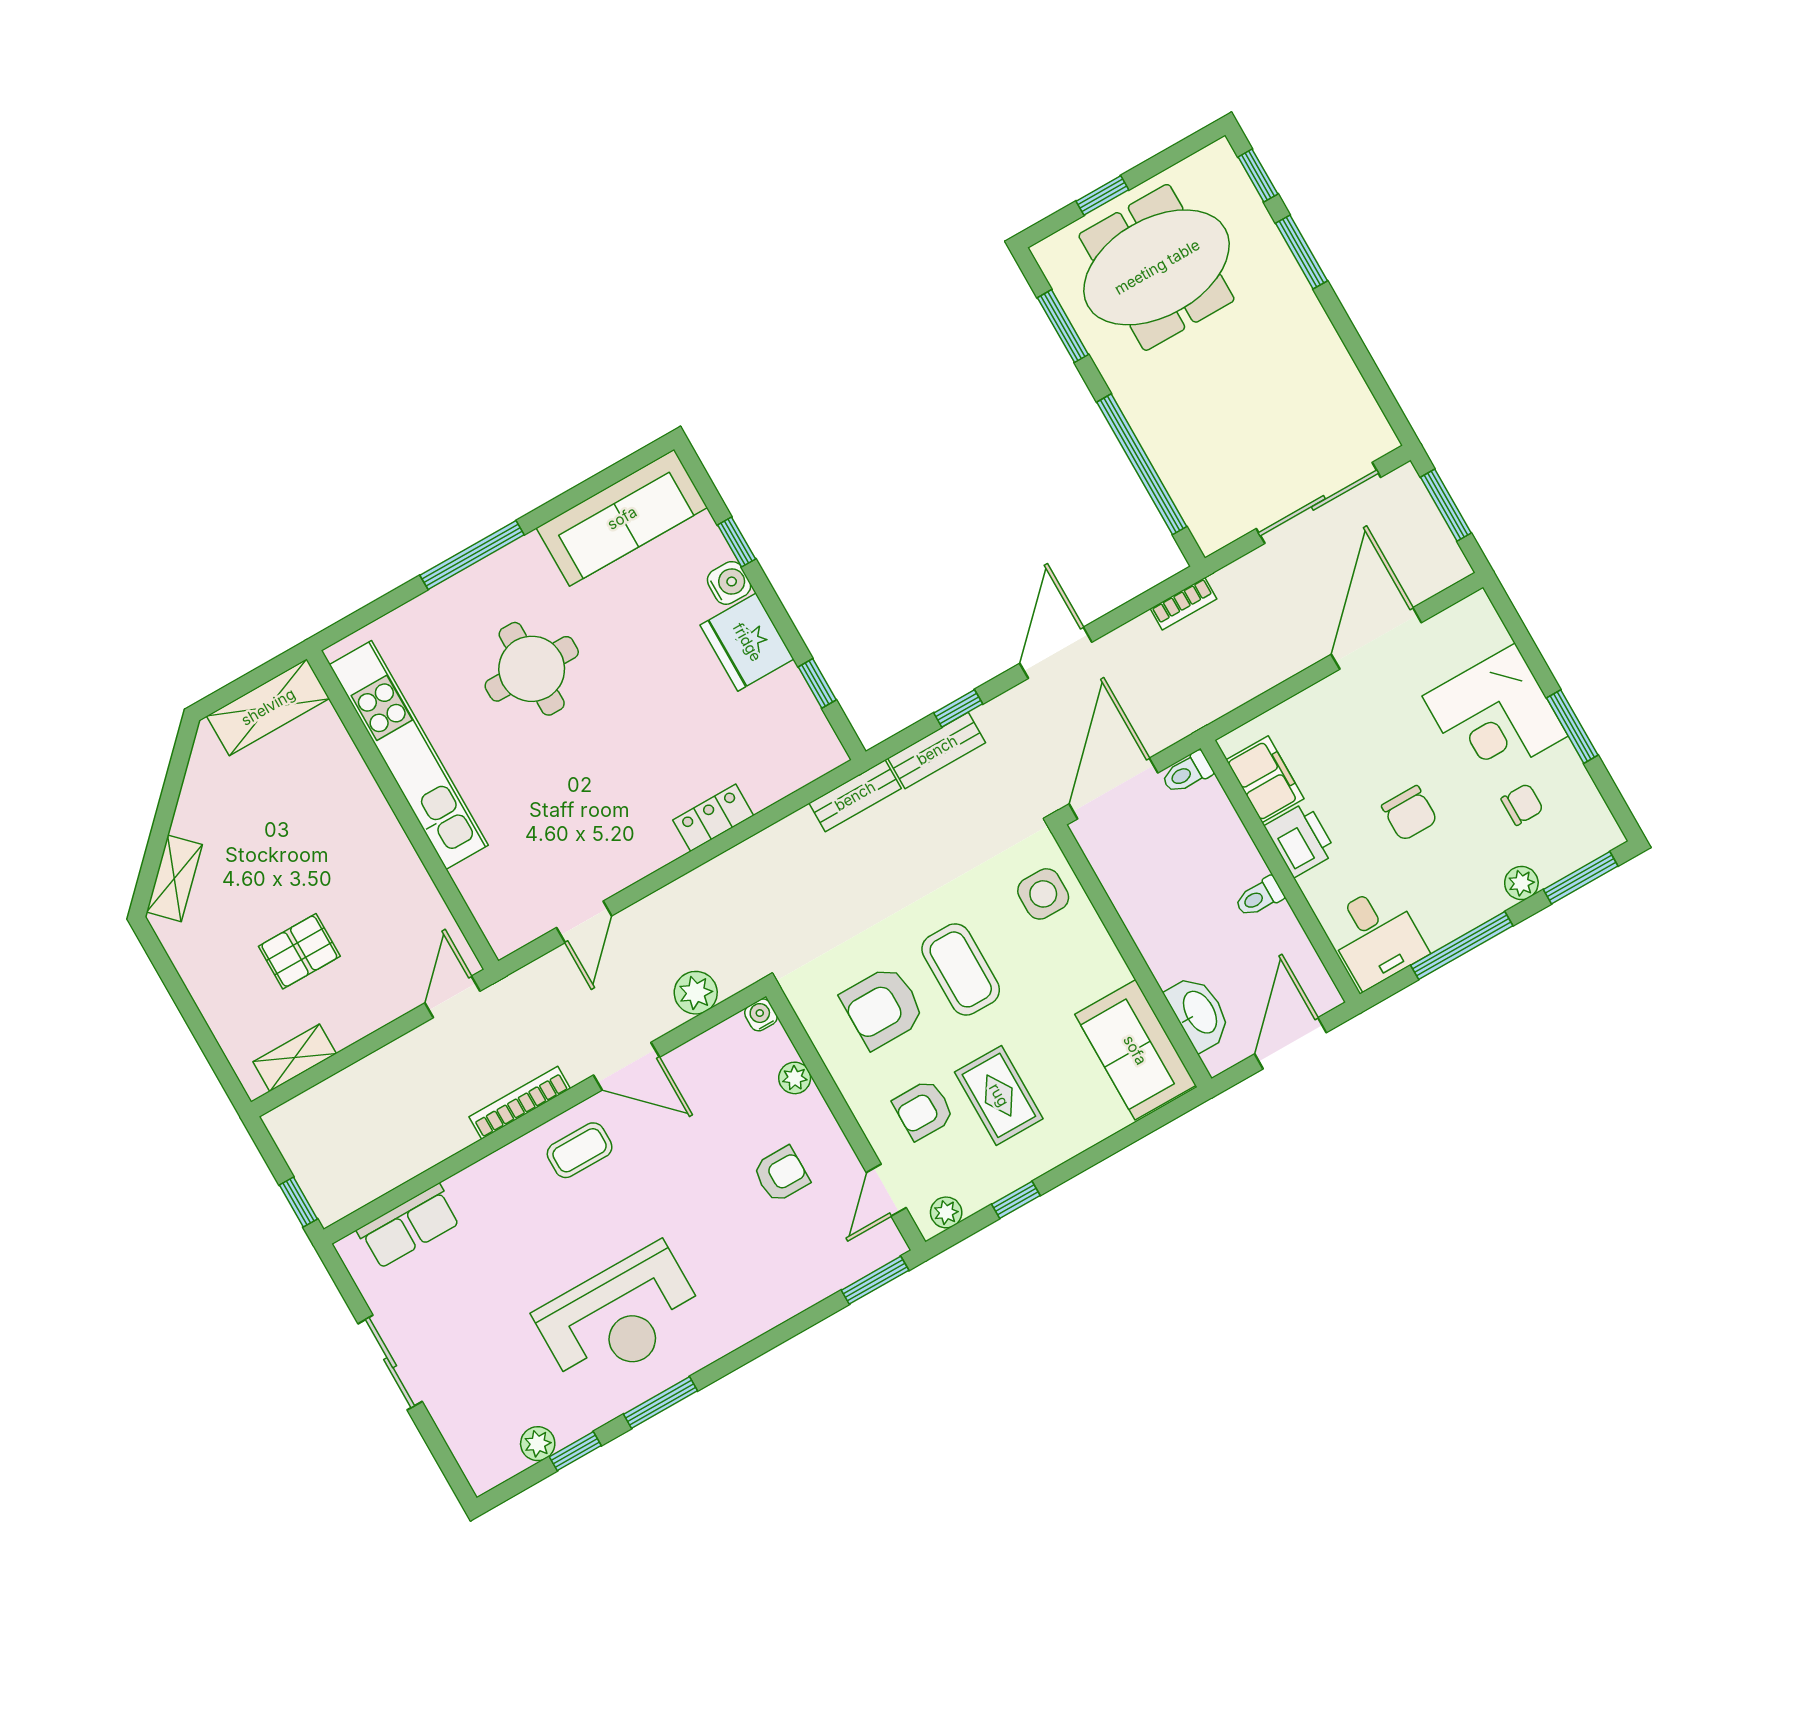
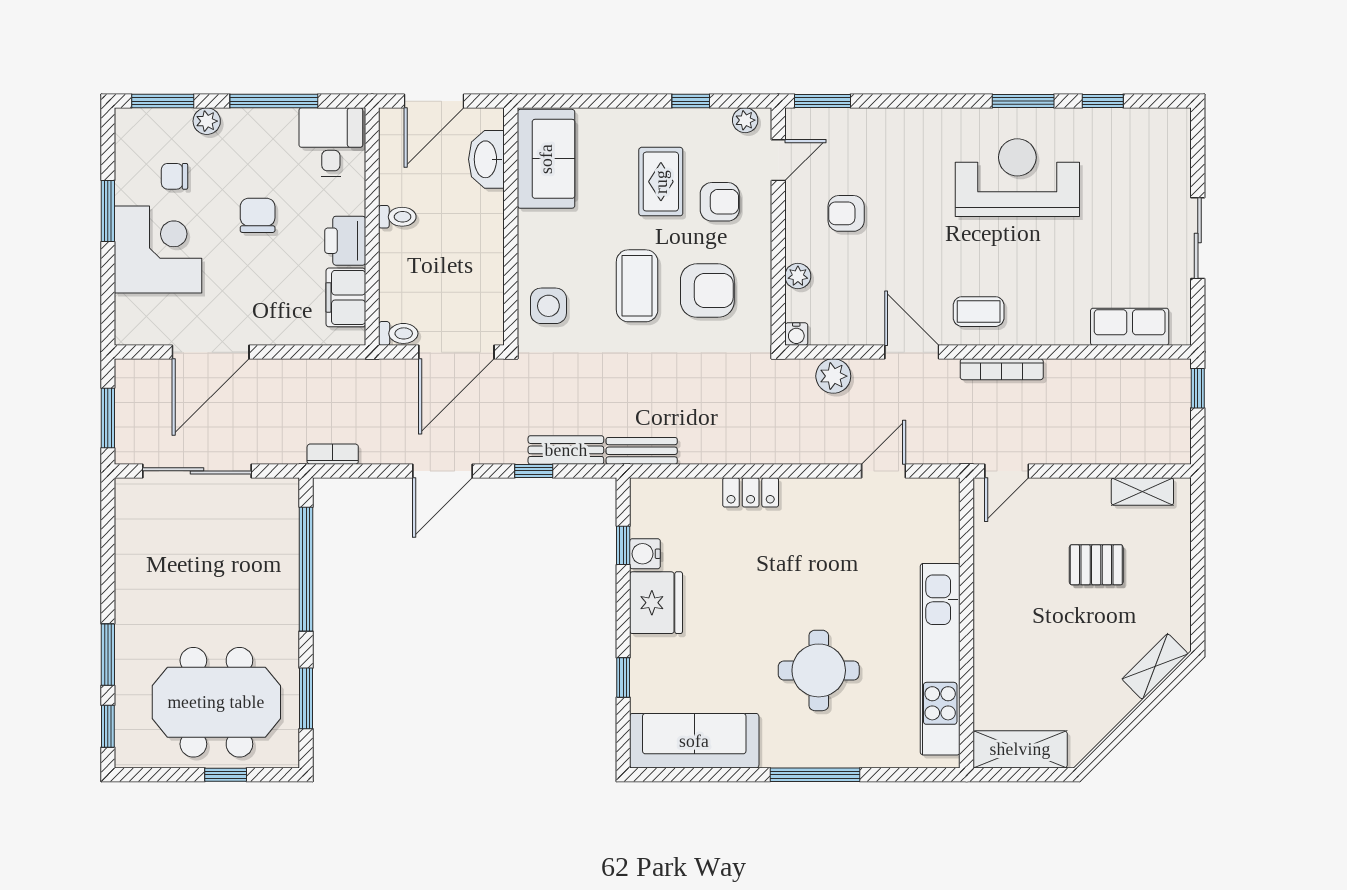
water cooler: (729, 583) -> (645, 554), moved
plant: (538, 1444) -> (1126, 121), removed

